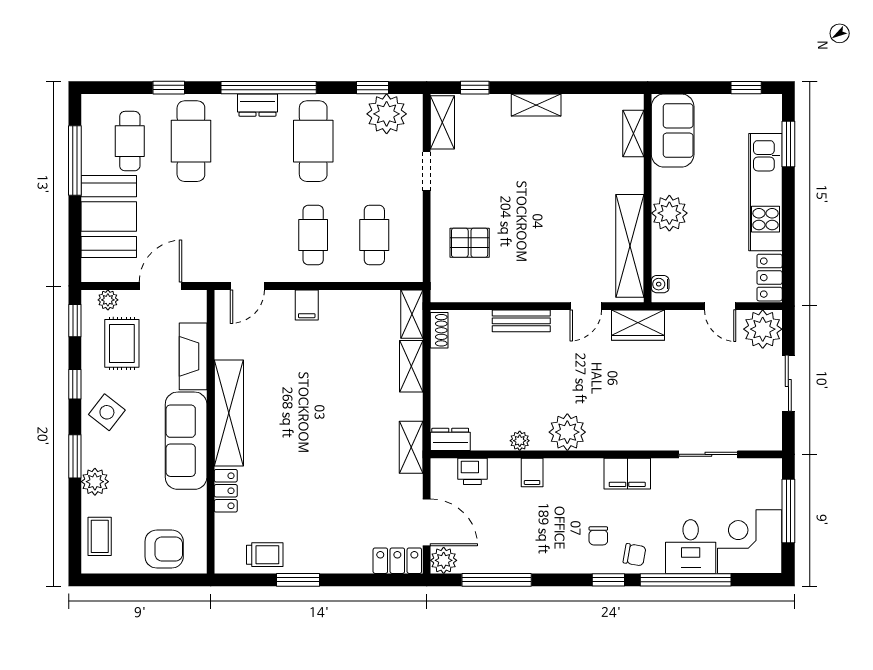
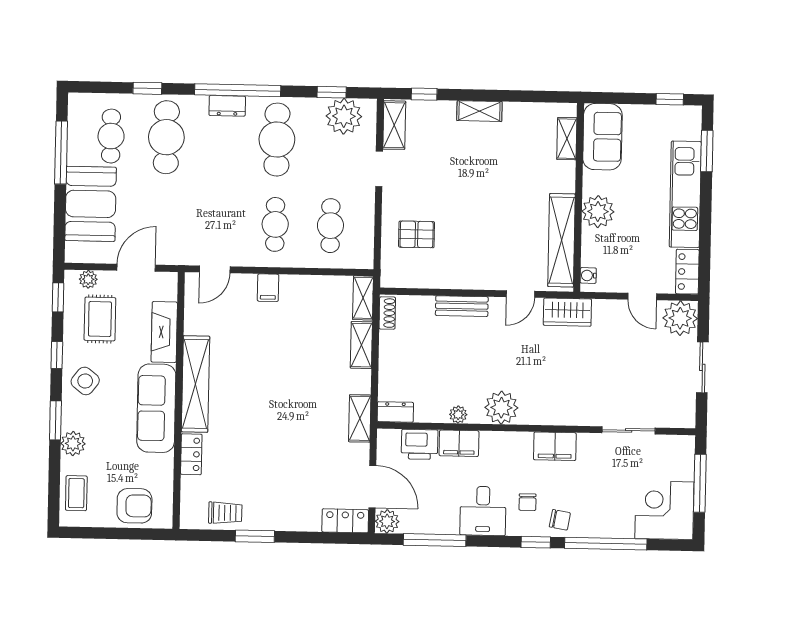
printer: (472, 471) -> (420, 444), width x1.36, depth x1.24
filing cabinet: (532, 472) -> (459, 443), width x2.00
desk: (691, 547) -> (483, 511), moved

